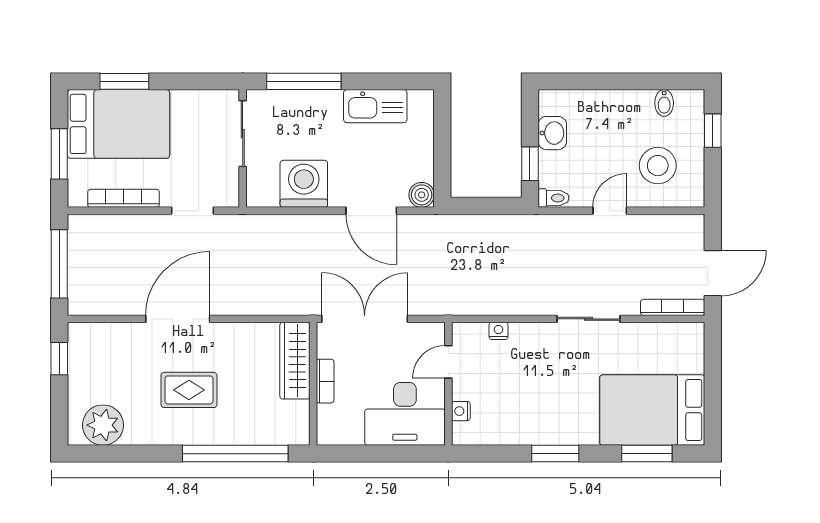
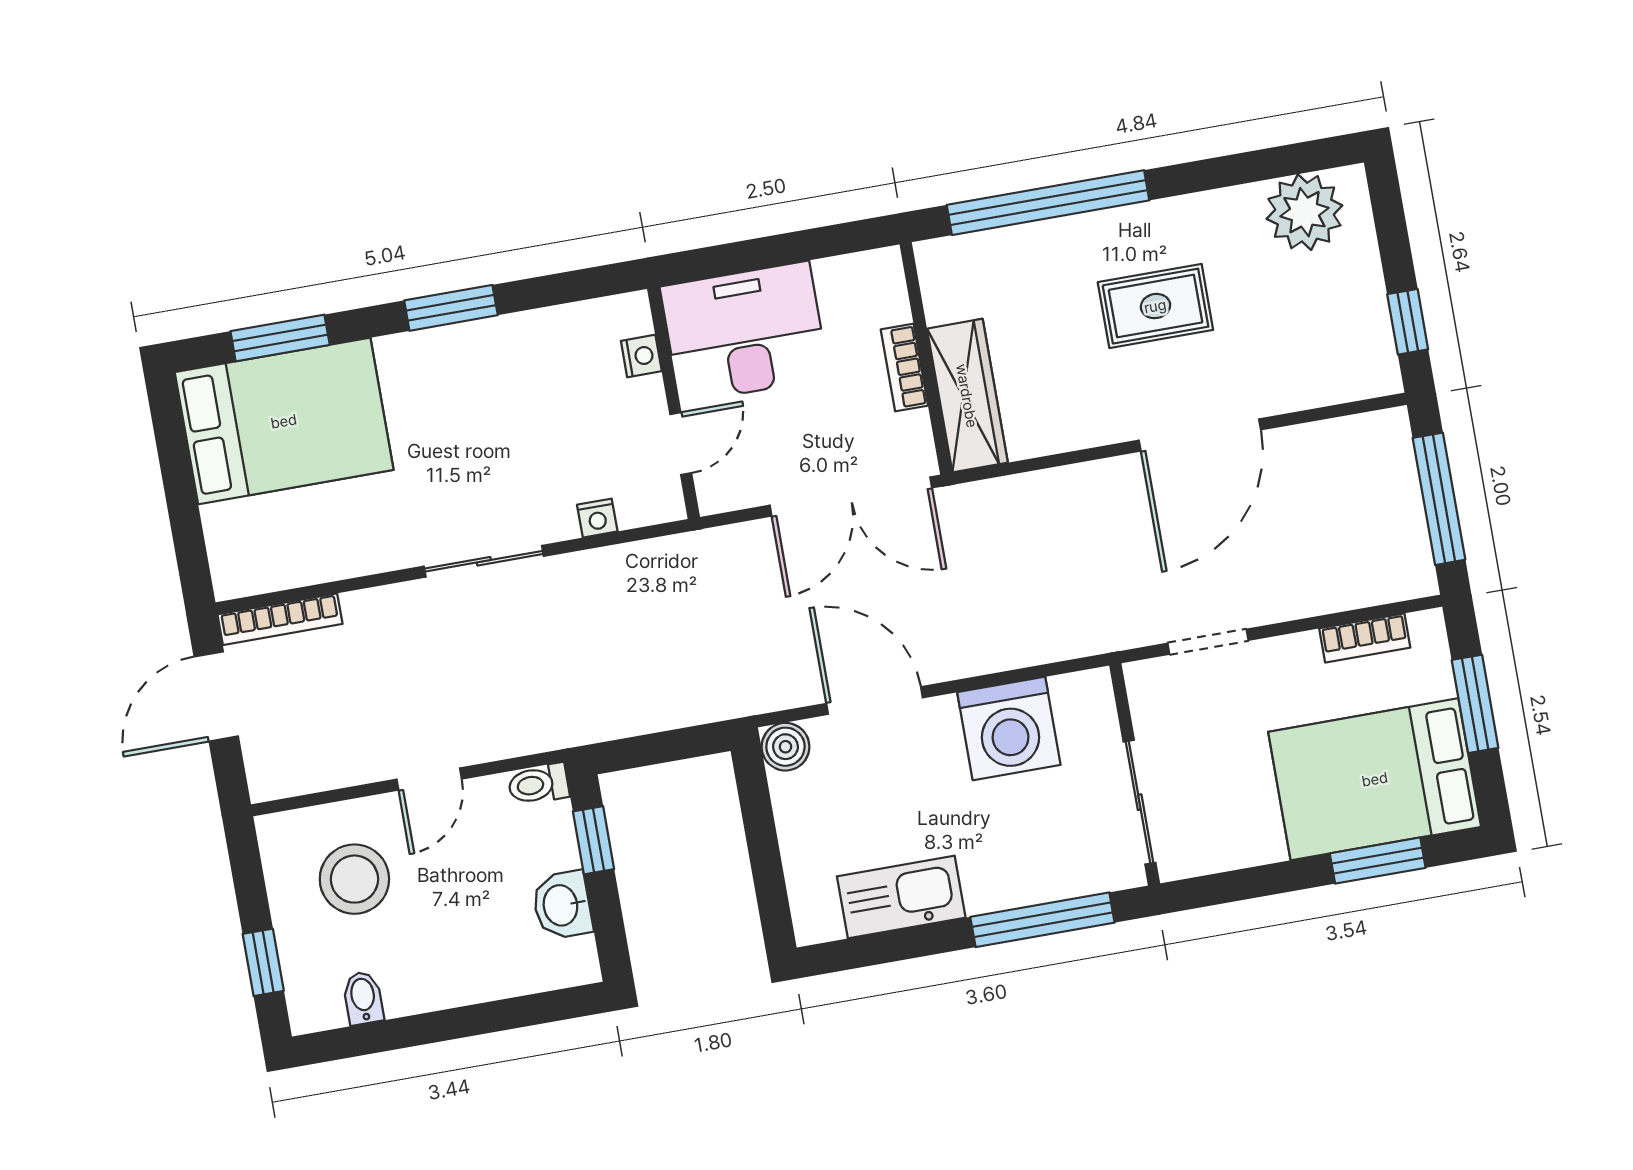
bookcase: (123, 198) -> (1365, 638), width x0.64
sliding door: (588, 319) -> (484, 561), moved

